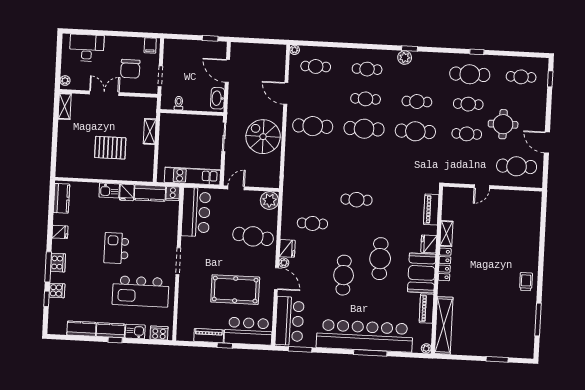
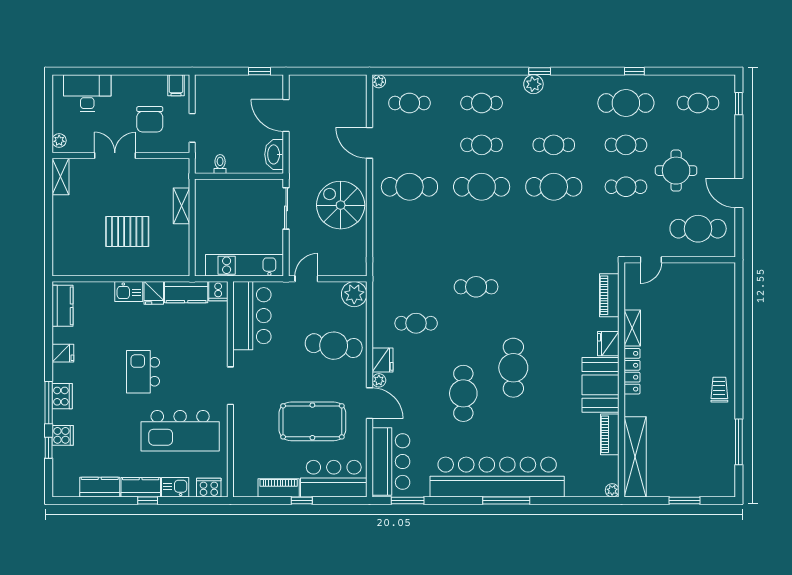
piano: (431, 210) -> (609, 295), moved
shelving: (446, 234) -> (632, 328), moved
fridge: (429, 244) -> (608, 344), moved
locker: (445, 264) -> (632, 371), moved
wall: (437, 270) -> (622, 380), moved
booth: (422, 273) -> (600, 385), moved
piano: (427, 308) -> (610, 434), moved
shelving: (444, 325) -> (635, 457), moved
plant: (426, 348) -> (612, 490), moved

